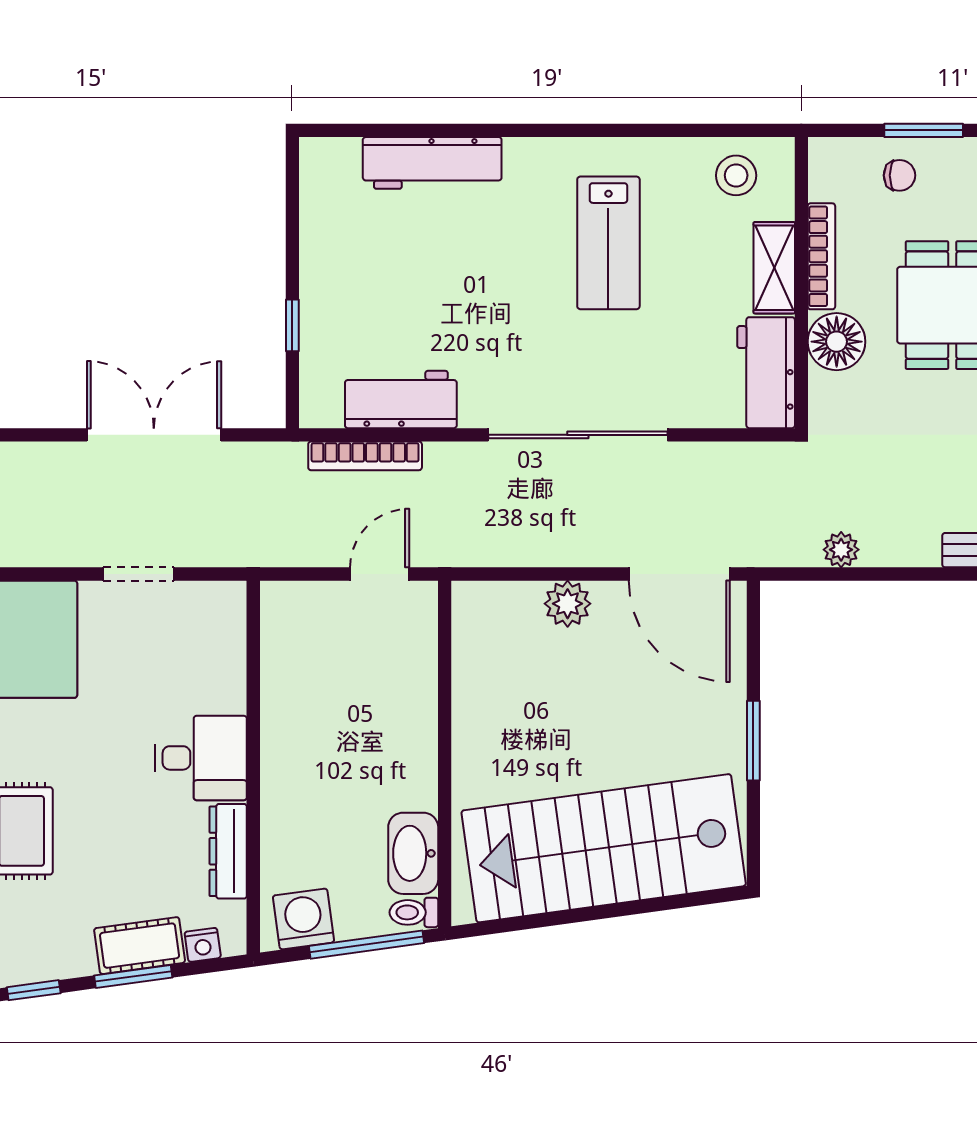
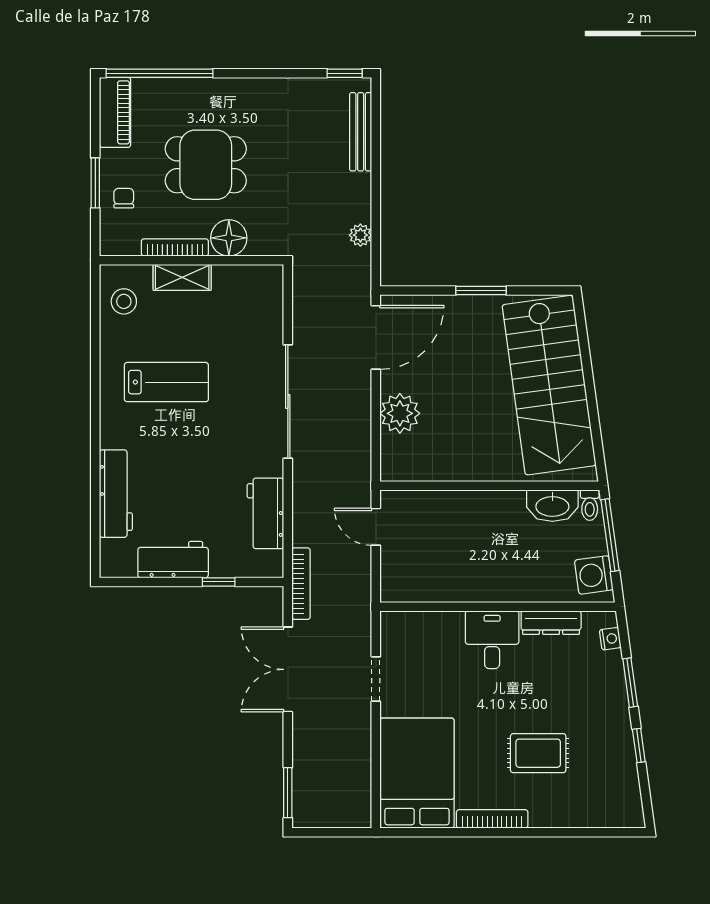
workbench: (766, 373) -> (173, 560), moved, turned 180
bookcase: (365, 456) -> (301, 584), moved
plant: (568, 604) -> (400, 413), width x1.36, depth x1.36
cot: (140, 946) -> (611, 679), removed

